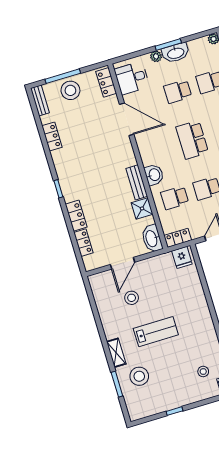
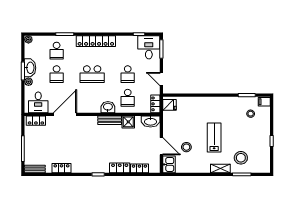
stool: (70, 90) -> (34, 146), removed
kitchen sink: (101, 281) -> (169, 164), added

